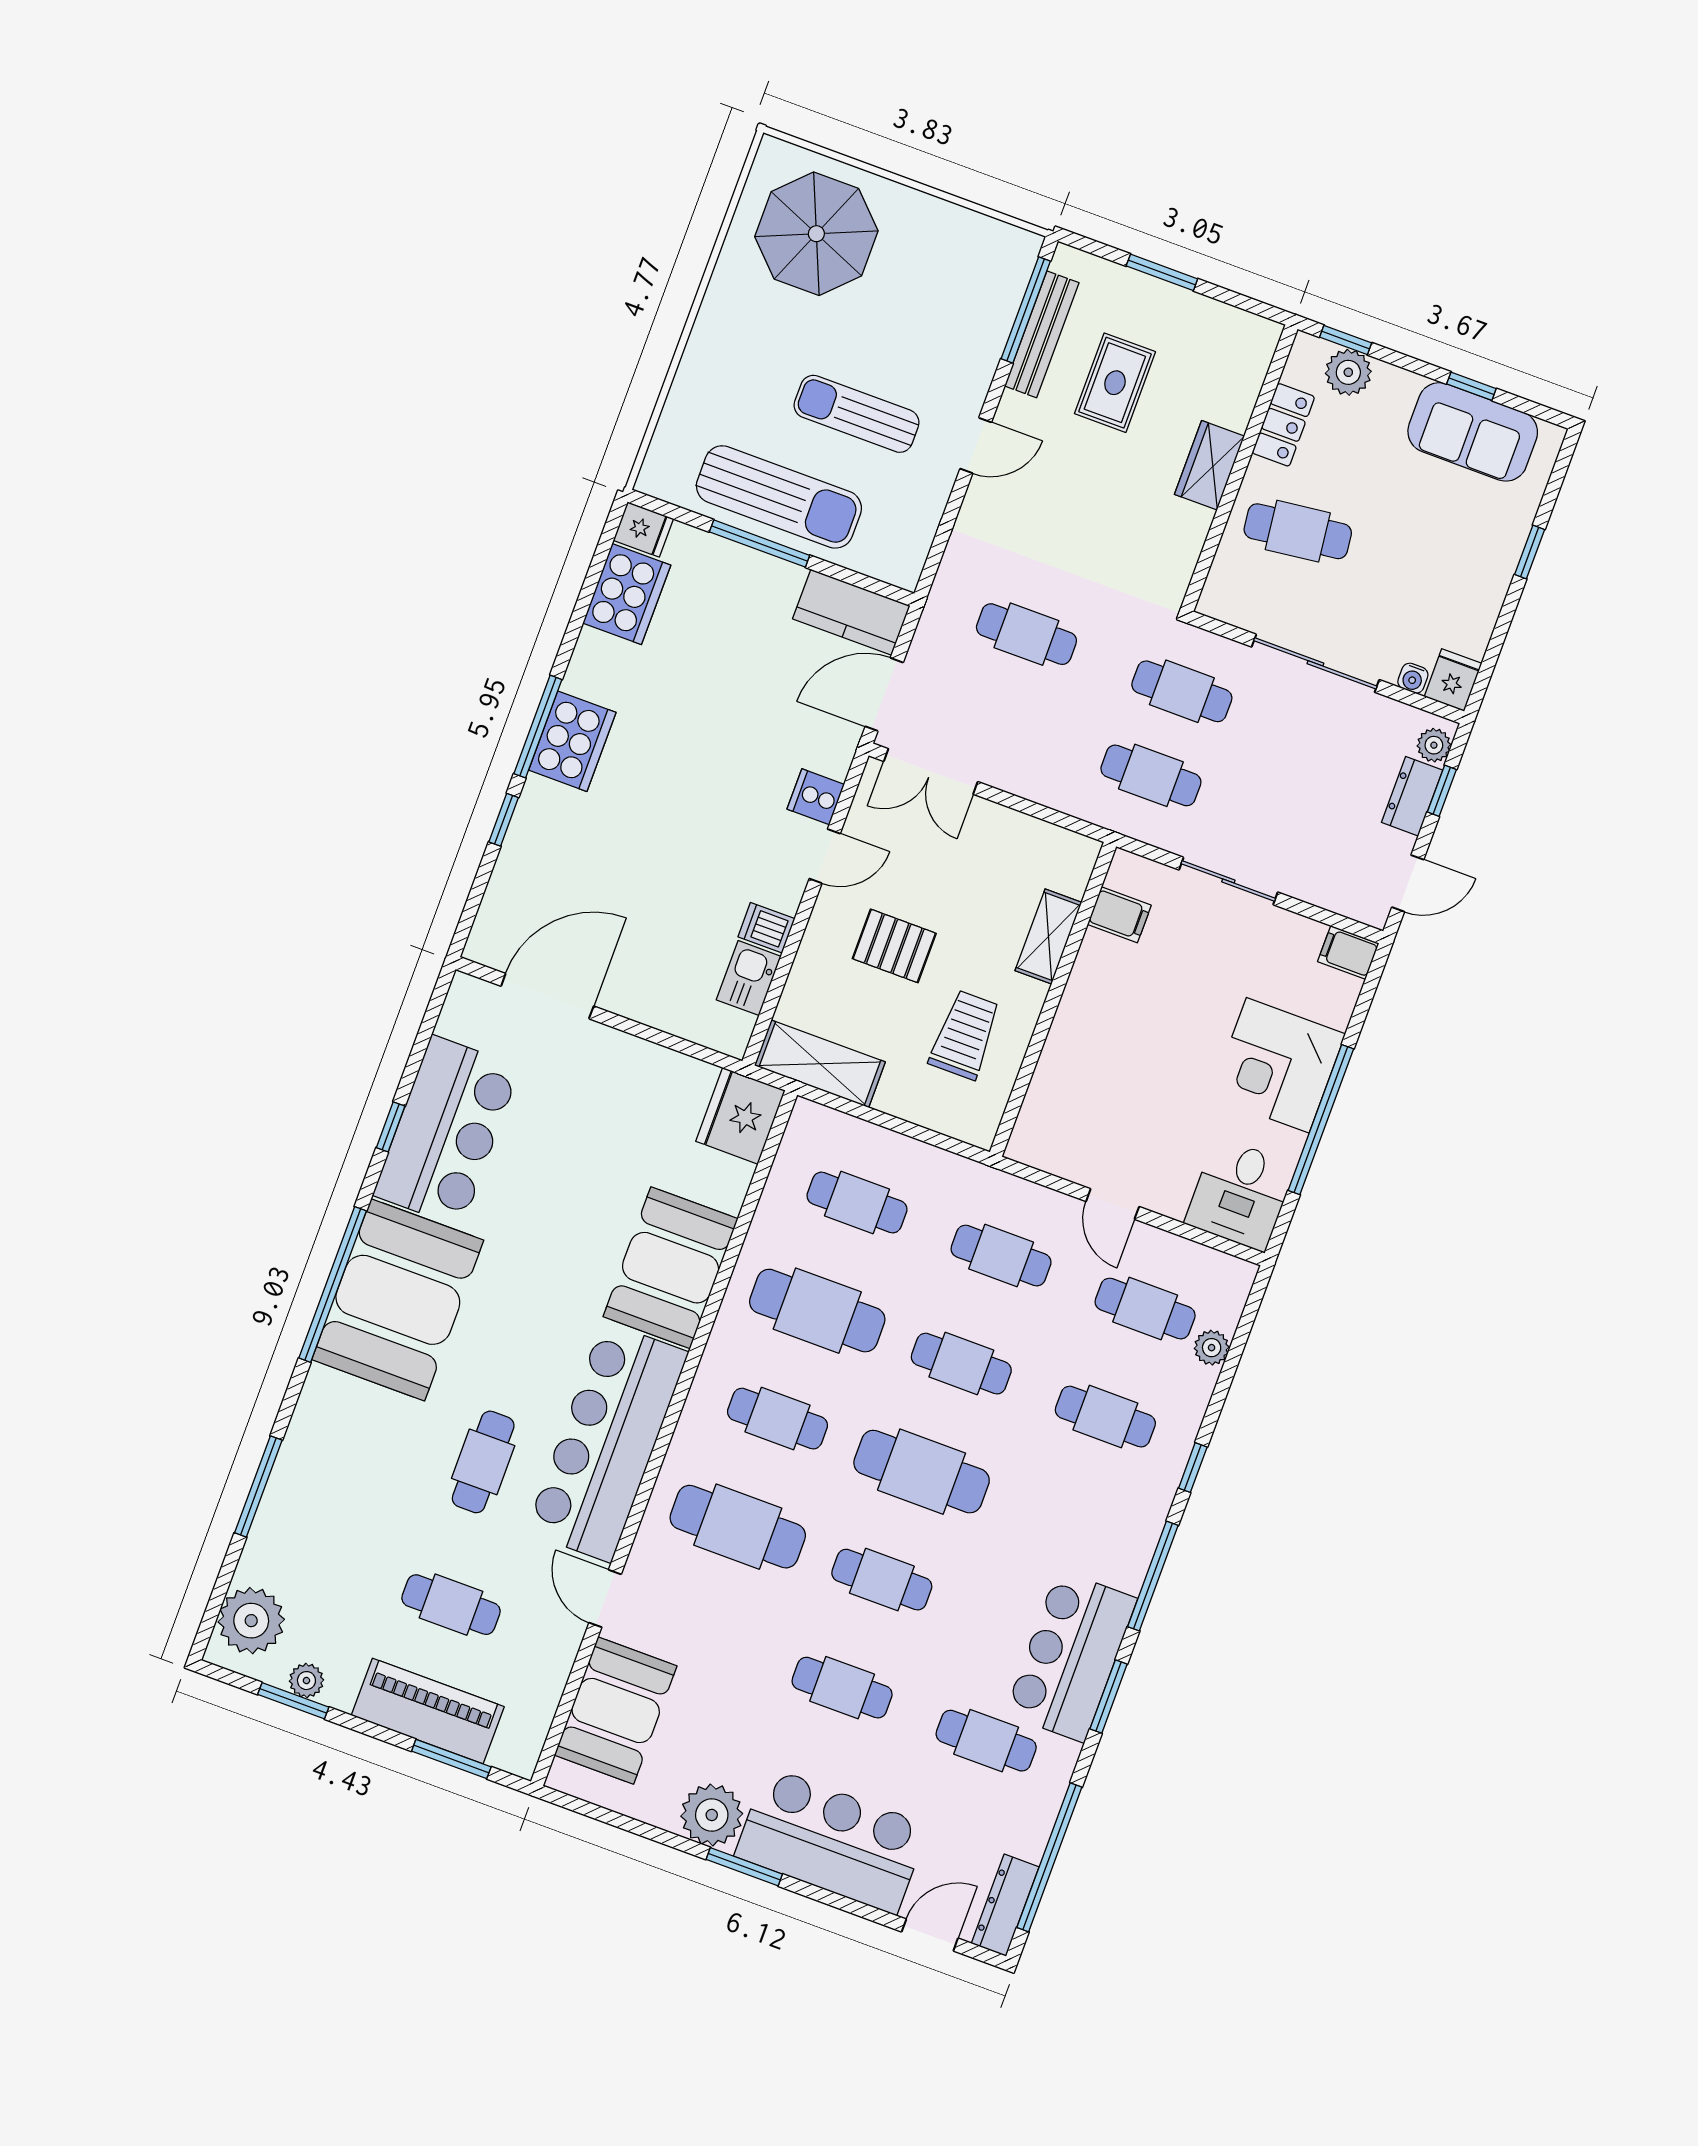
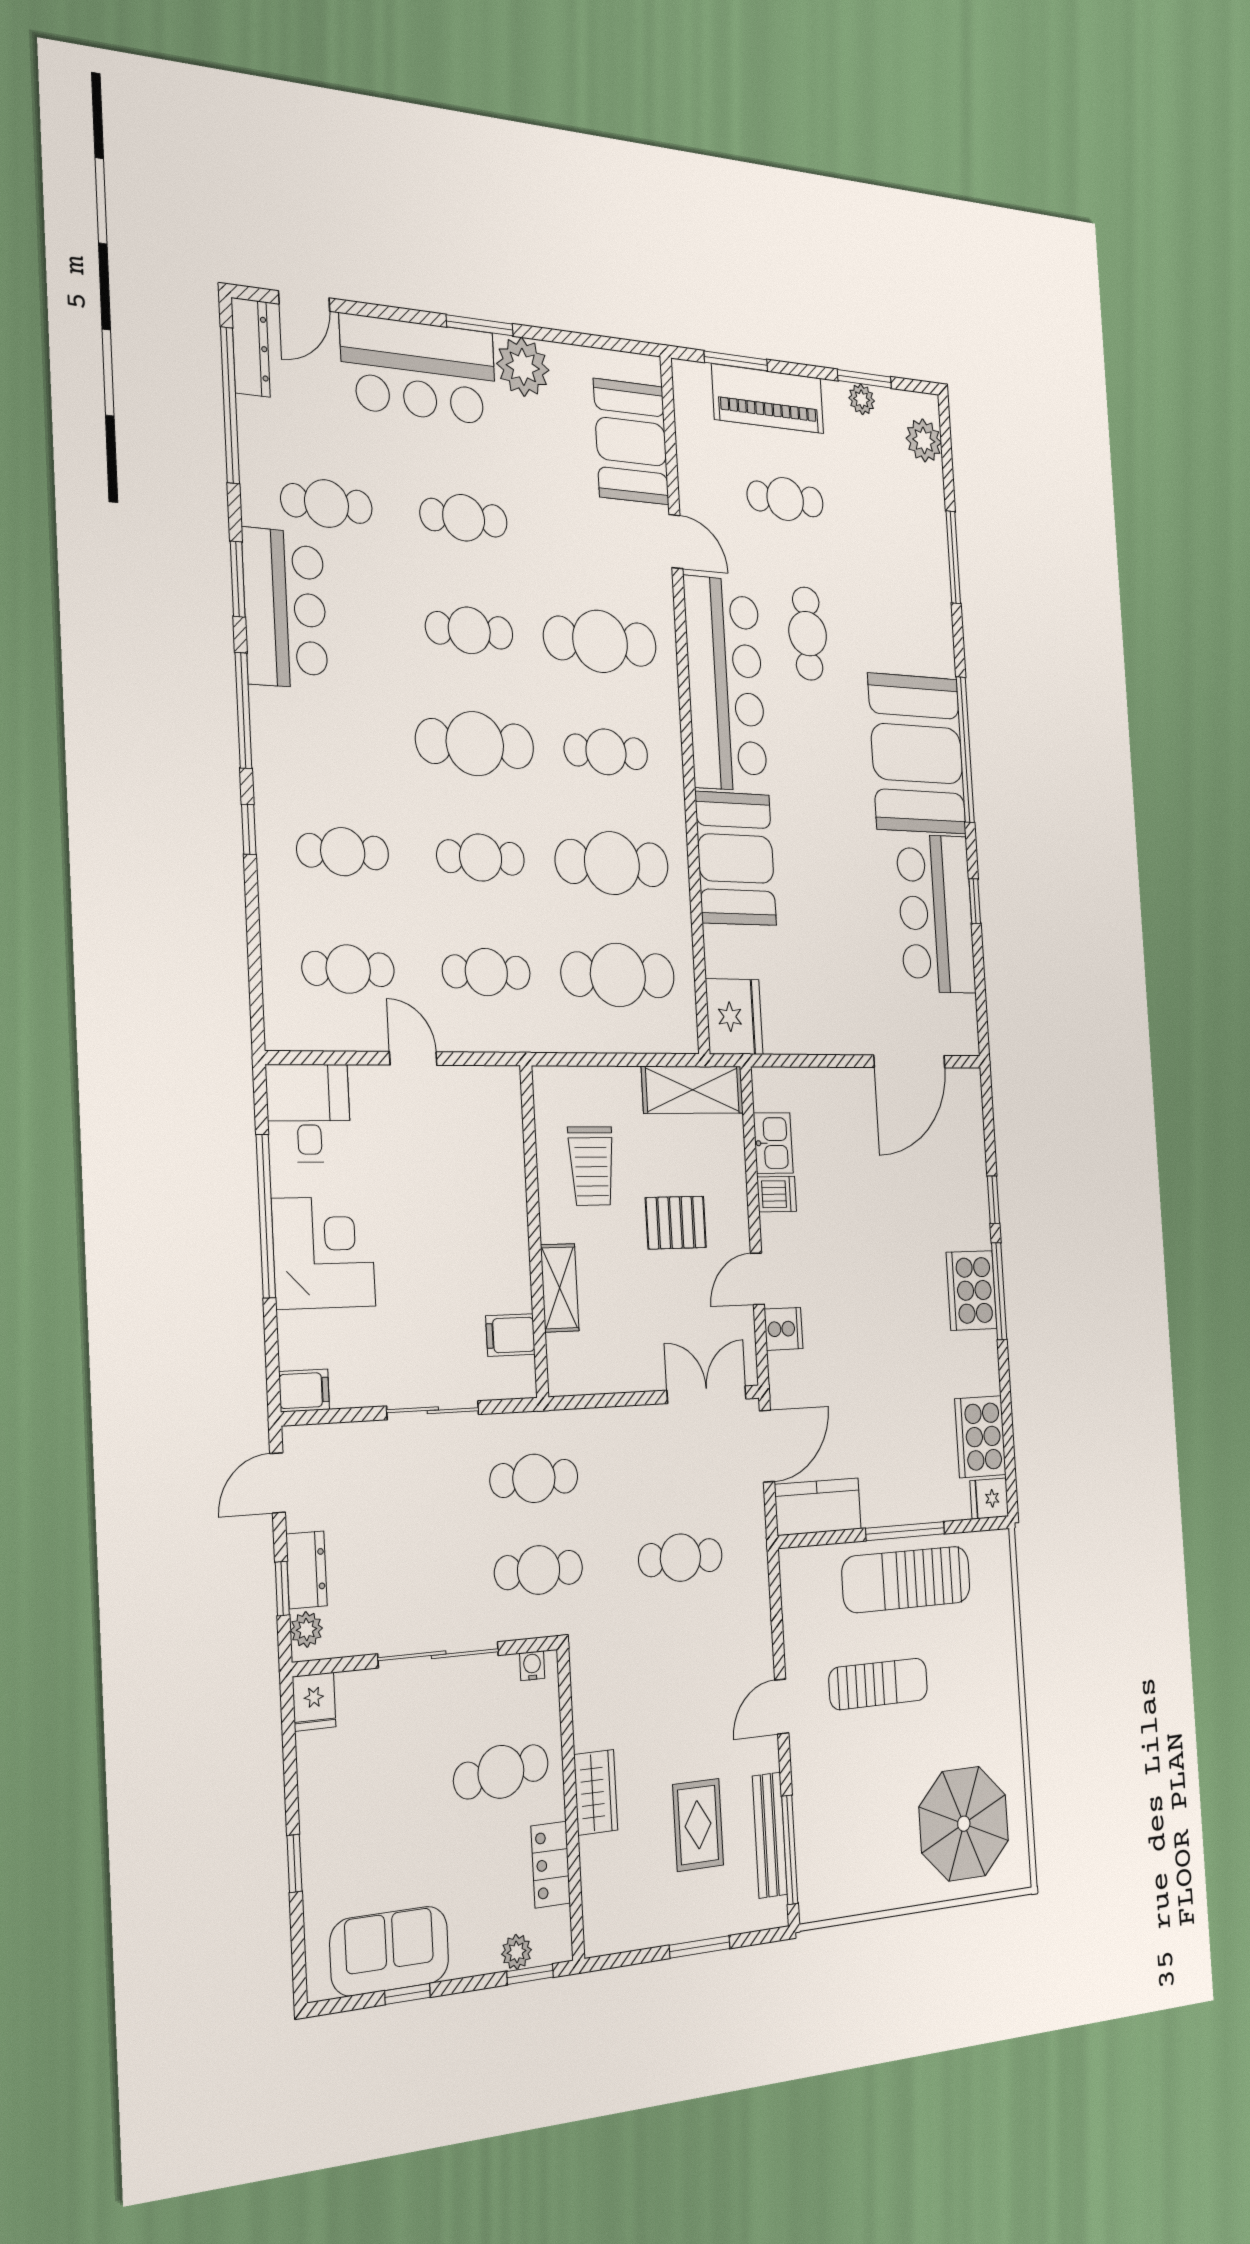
plant: (1348, 372) -> (517, 1952), width x0.73, depth x0.73
water cooler: (1413, 678) -> (532, 1666), moved
cafe table: (857, 1203) -> (618, 975), width x1.37, depth x1.35
plant: (1212, 1348) -> (277, 953), removed
plant: (251, 1621) -> (924, 440), width x0.73, depth x0.73

